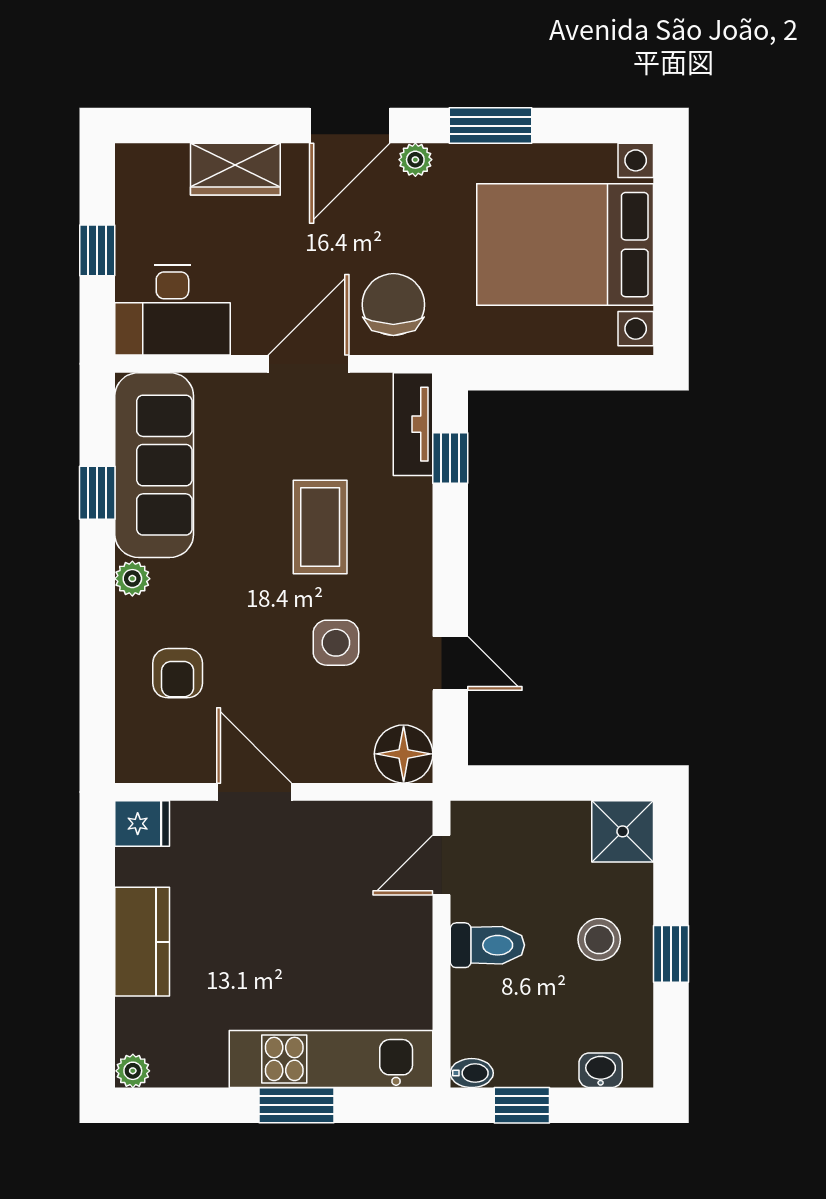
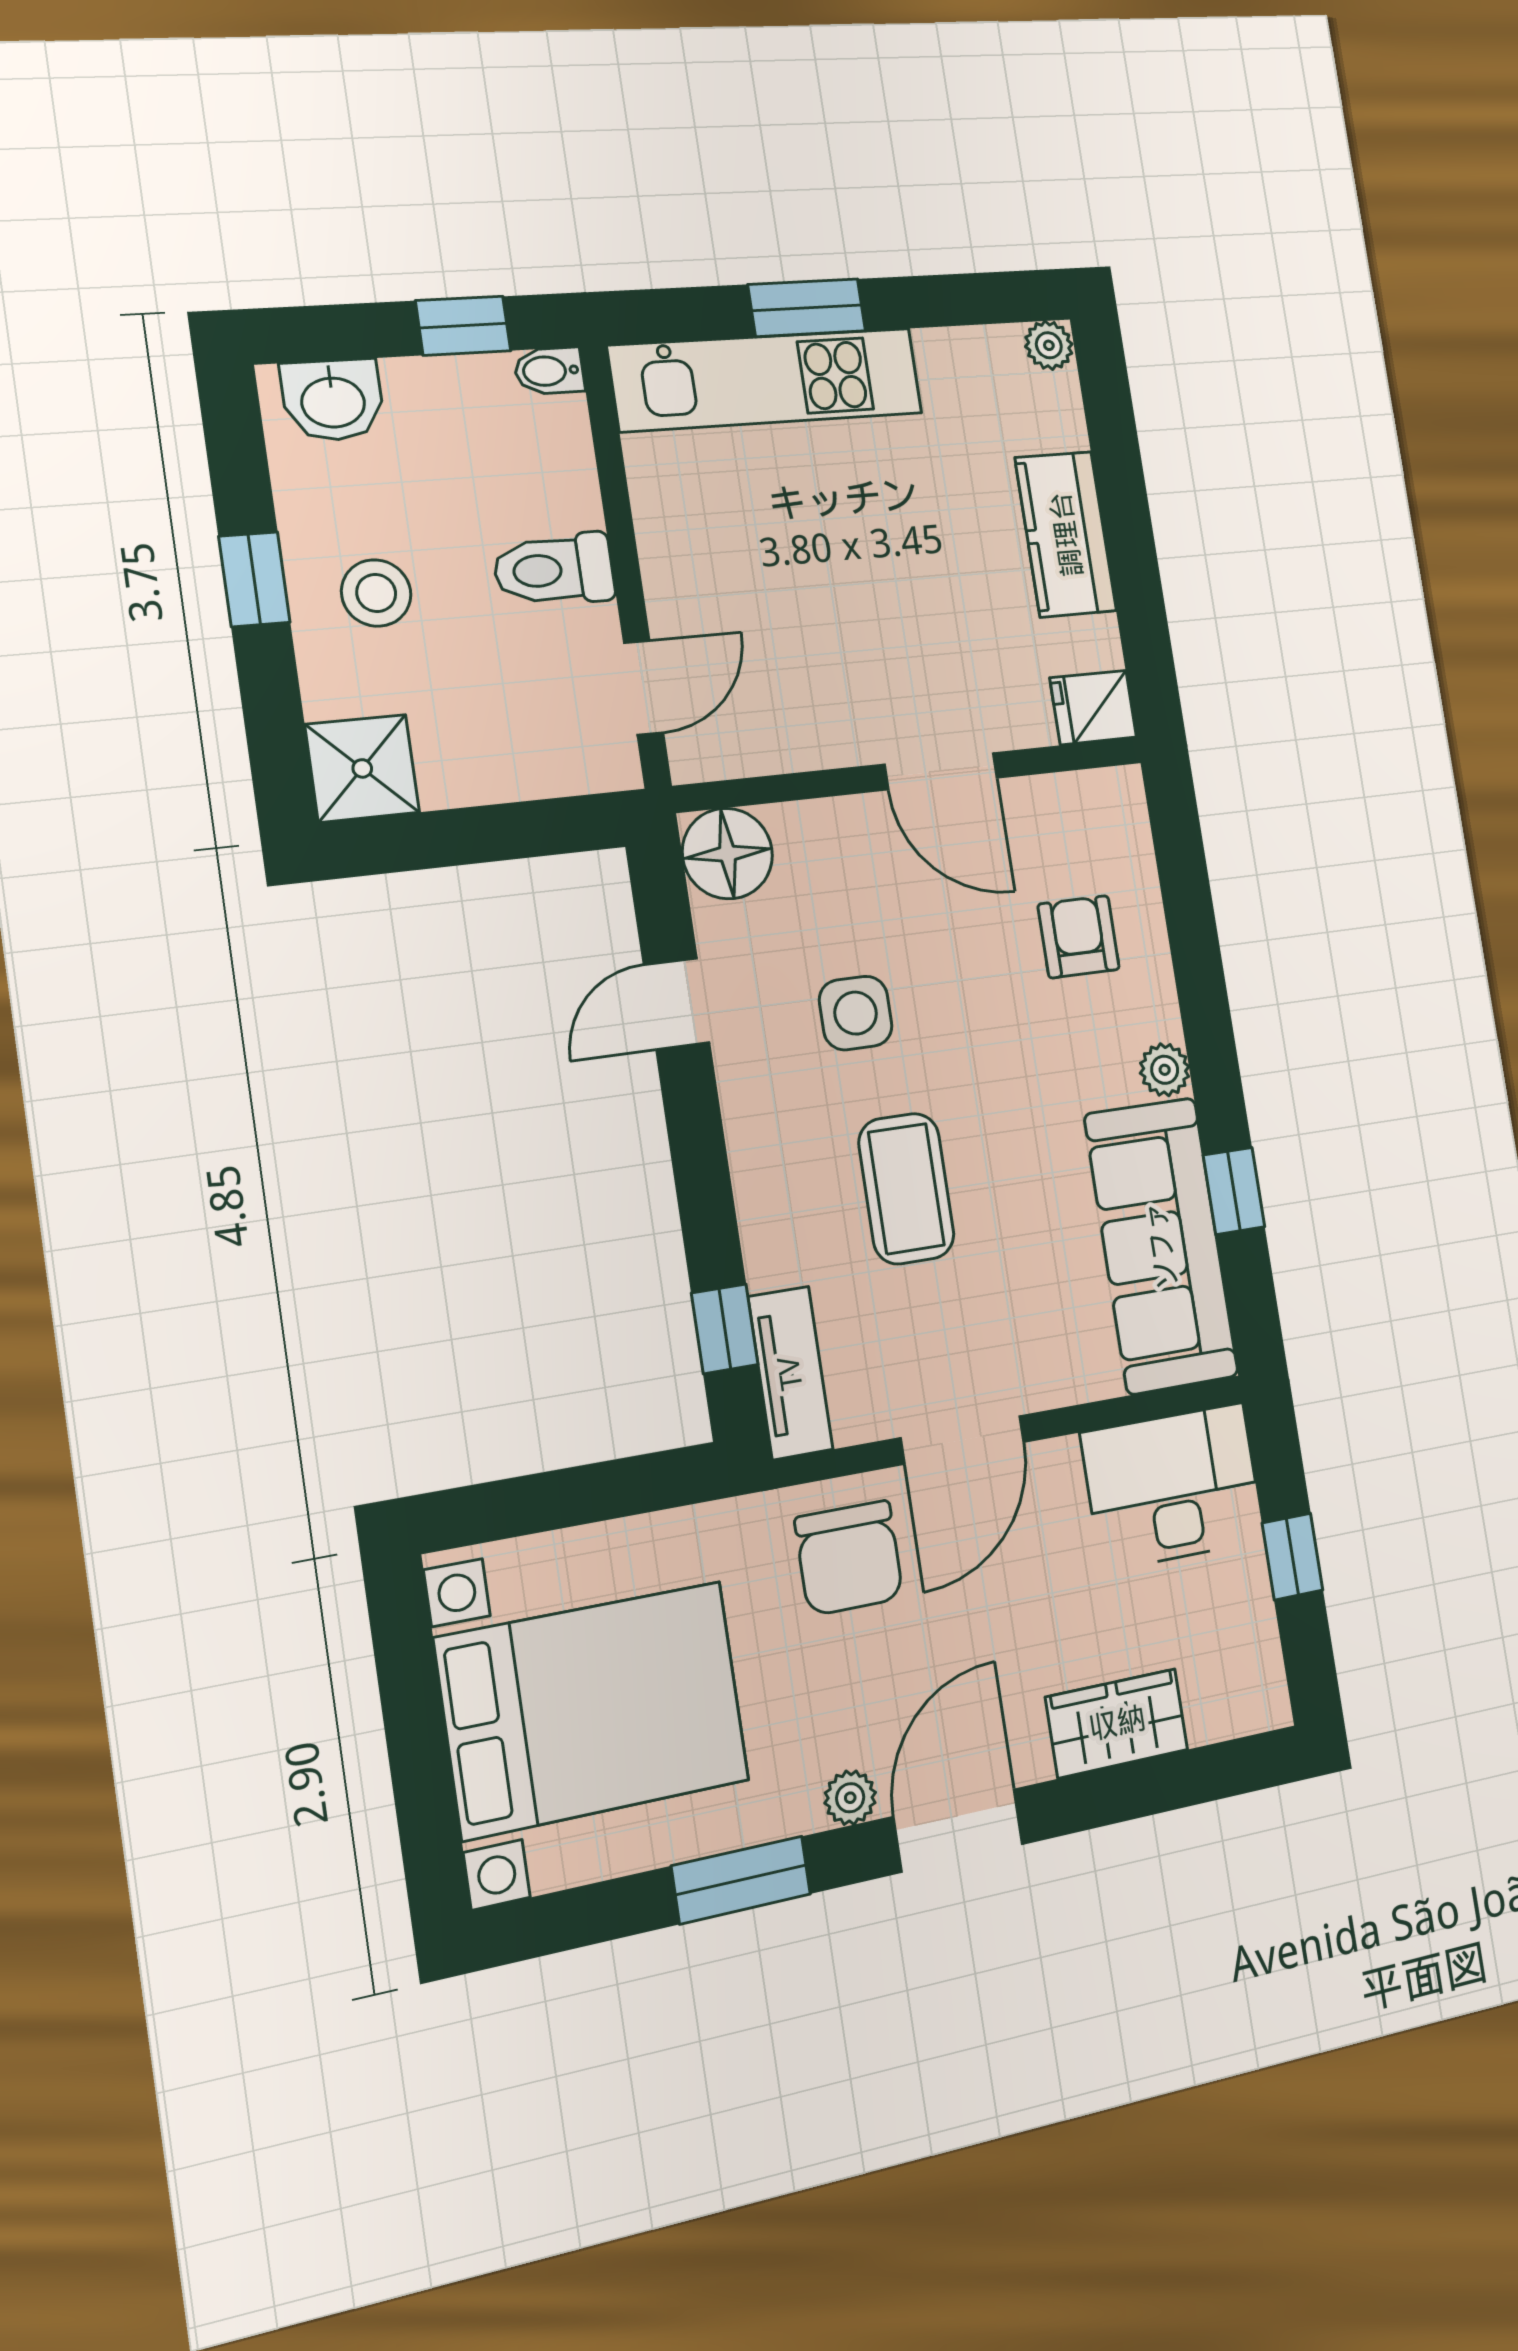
door: (450, 663) -> (677, 1004), hinge flipped
washbasin: (601, 1070) -> (333, 400), width x1.38, depth x1.45

